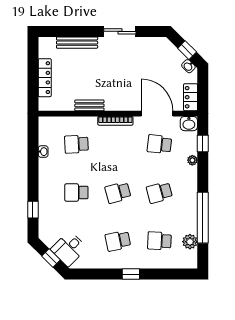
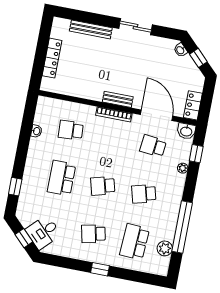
washbasin: (188, 66) -> (180, 50), moved
bench: (89, 105) -> (118, 99), moved
school desk: (76, 193) -> (62, 178), width x1.85
school desk: (159, 241) -> (135, 242), width x1.85

